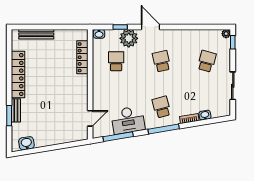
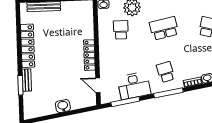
locker: (82, 57) -> (89, 55), moved
school desk: (161, 61) -> (164, 28), width x1.85
door: (90, 118) -> (98, 85), swing flipped
washbasin: (26, 143) -> (63, 106), moved

